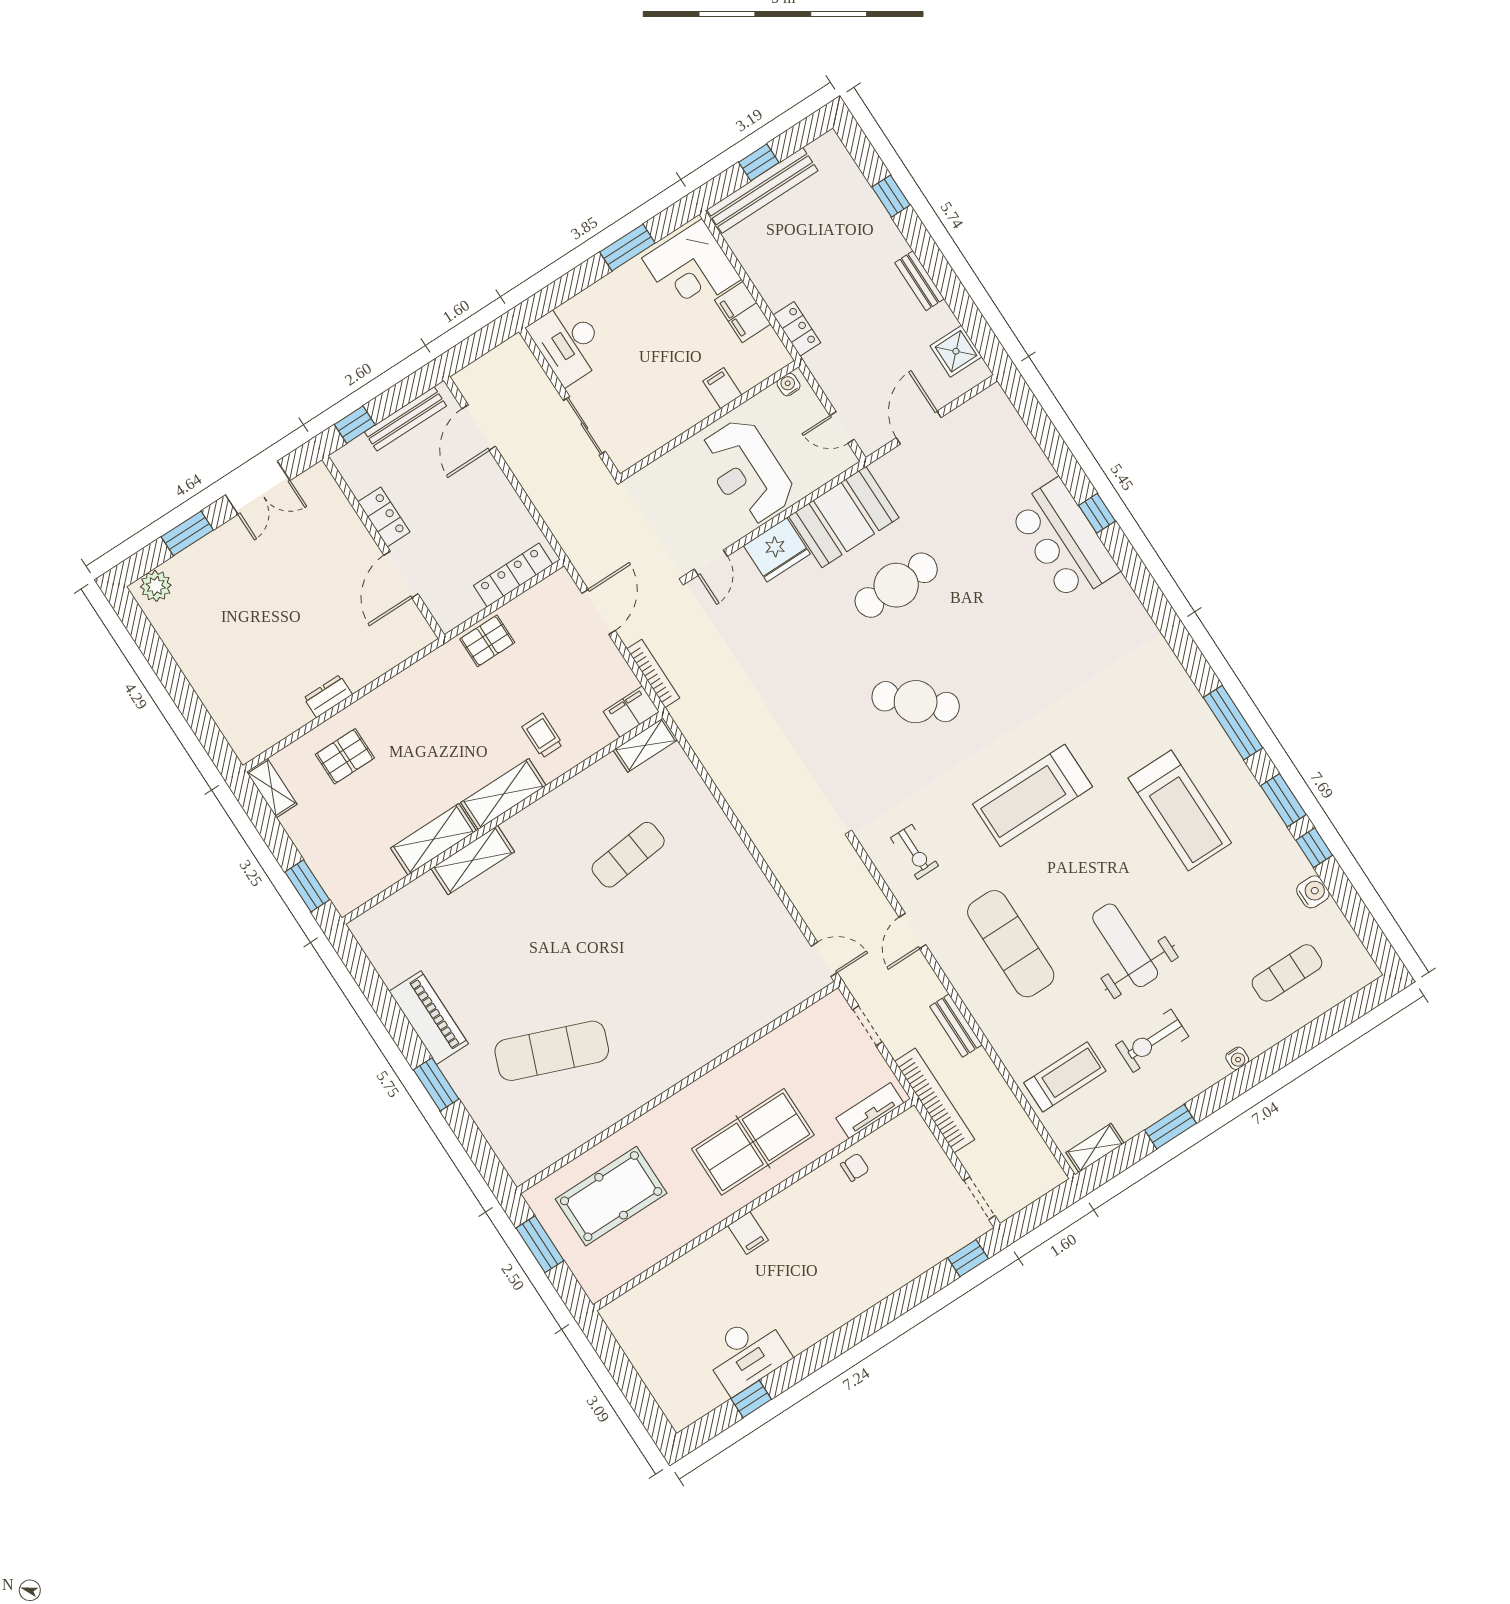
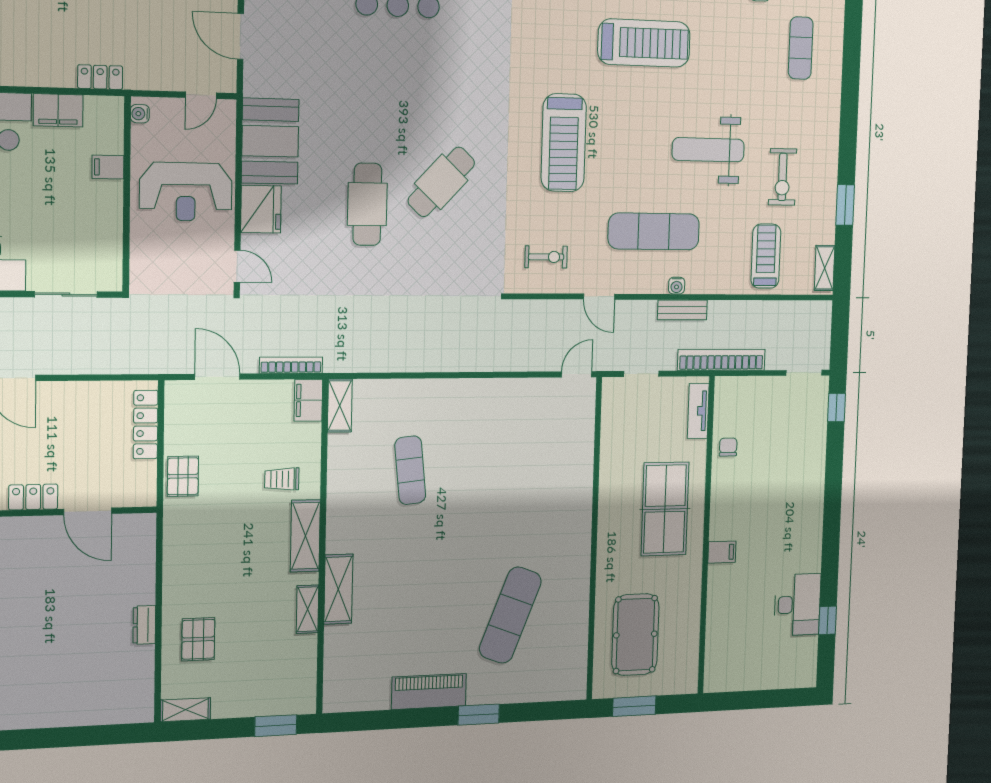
cafe table: (896, 585) -> (367, 204), moved
shelving: (433, 839) -> (308, 609), width x0.67, depth x0.75
water cooler: (1237, 1058) -> (677, 286), moved, turned 90

